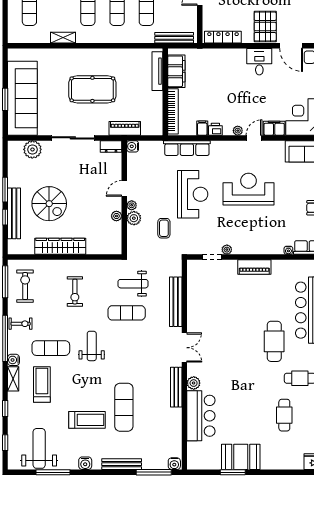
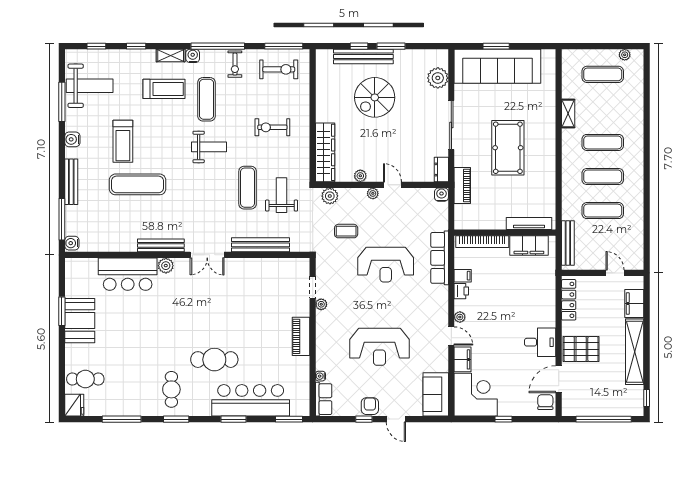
reception desk: (248, 189) -> (379, 347), moved, turned 90
plant: (134, 218) -> (330, 196), moved
wardrobe: (60, 246) -> (325, 152), moved
cafe table: (284, 415) -> (85, 379), moved

